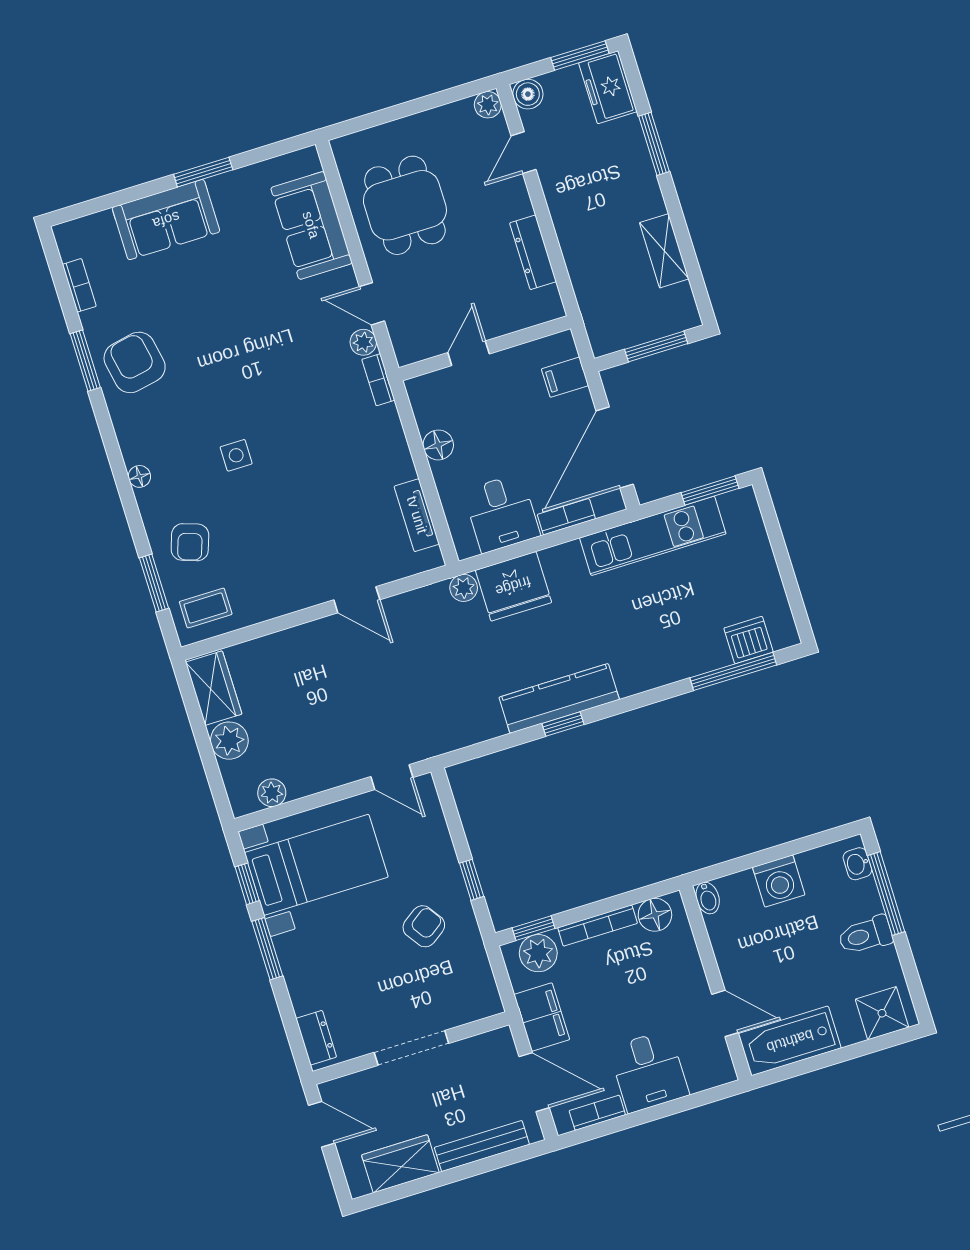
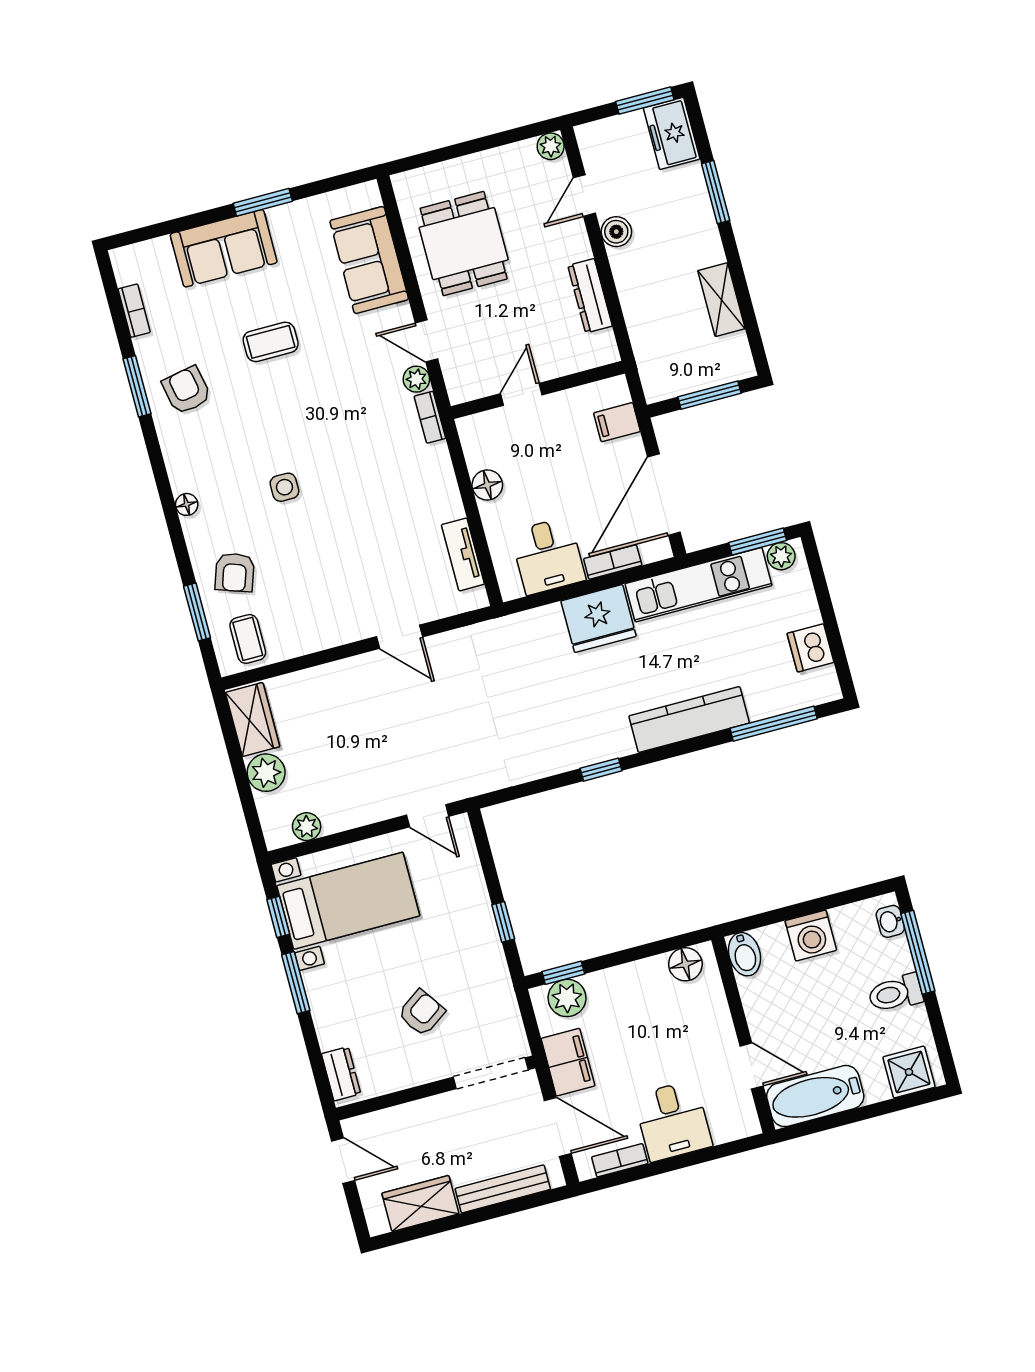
boiler: (528, 94) -> (616, 232), moved
coffee table: (216, 311) -> (271, 342), added
armchair: (135, 362) -> (186, 390), width x0.72, depth x0.72
fridge: (513, 586) -> (599, 619), moved
plant: (464, 588) -> (781, 556), moved
coffee table: (206, 608) -> (248, 639), turned 90
dishwasher: (748, 640) -> (811, 648), moved, turned -90
kitchen counter: (559, 698) -> (689, 720), moved
bidet: (708, 898) -> (744, 954), width x1.38, depth x1.36
bookcase: (598, 925) -> (627, 973), removed
armchair: (424, 926) -> (421, 1013), moved
doorway: (411, 1048) -> (491, 1073), moved

